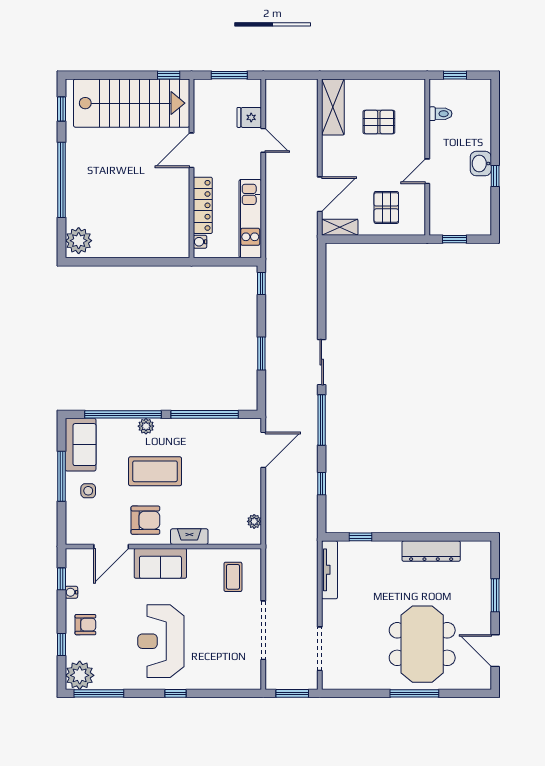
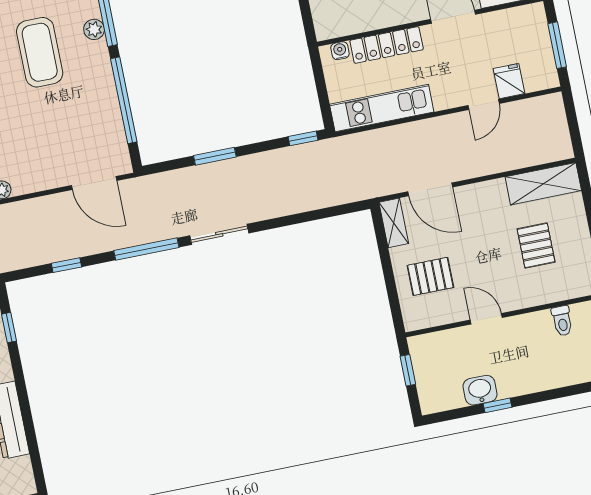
washbasin: (481, 164) -> (480, 390), moved

